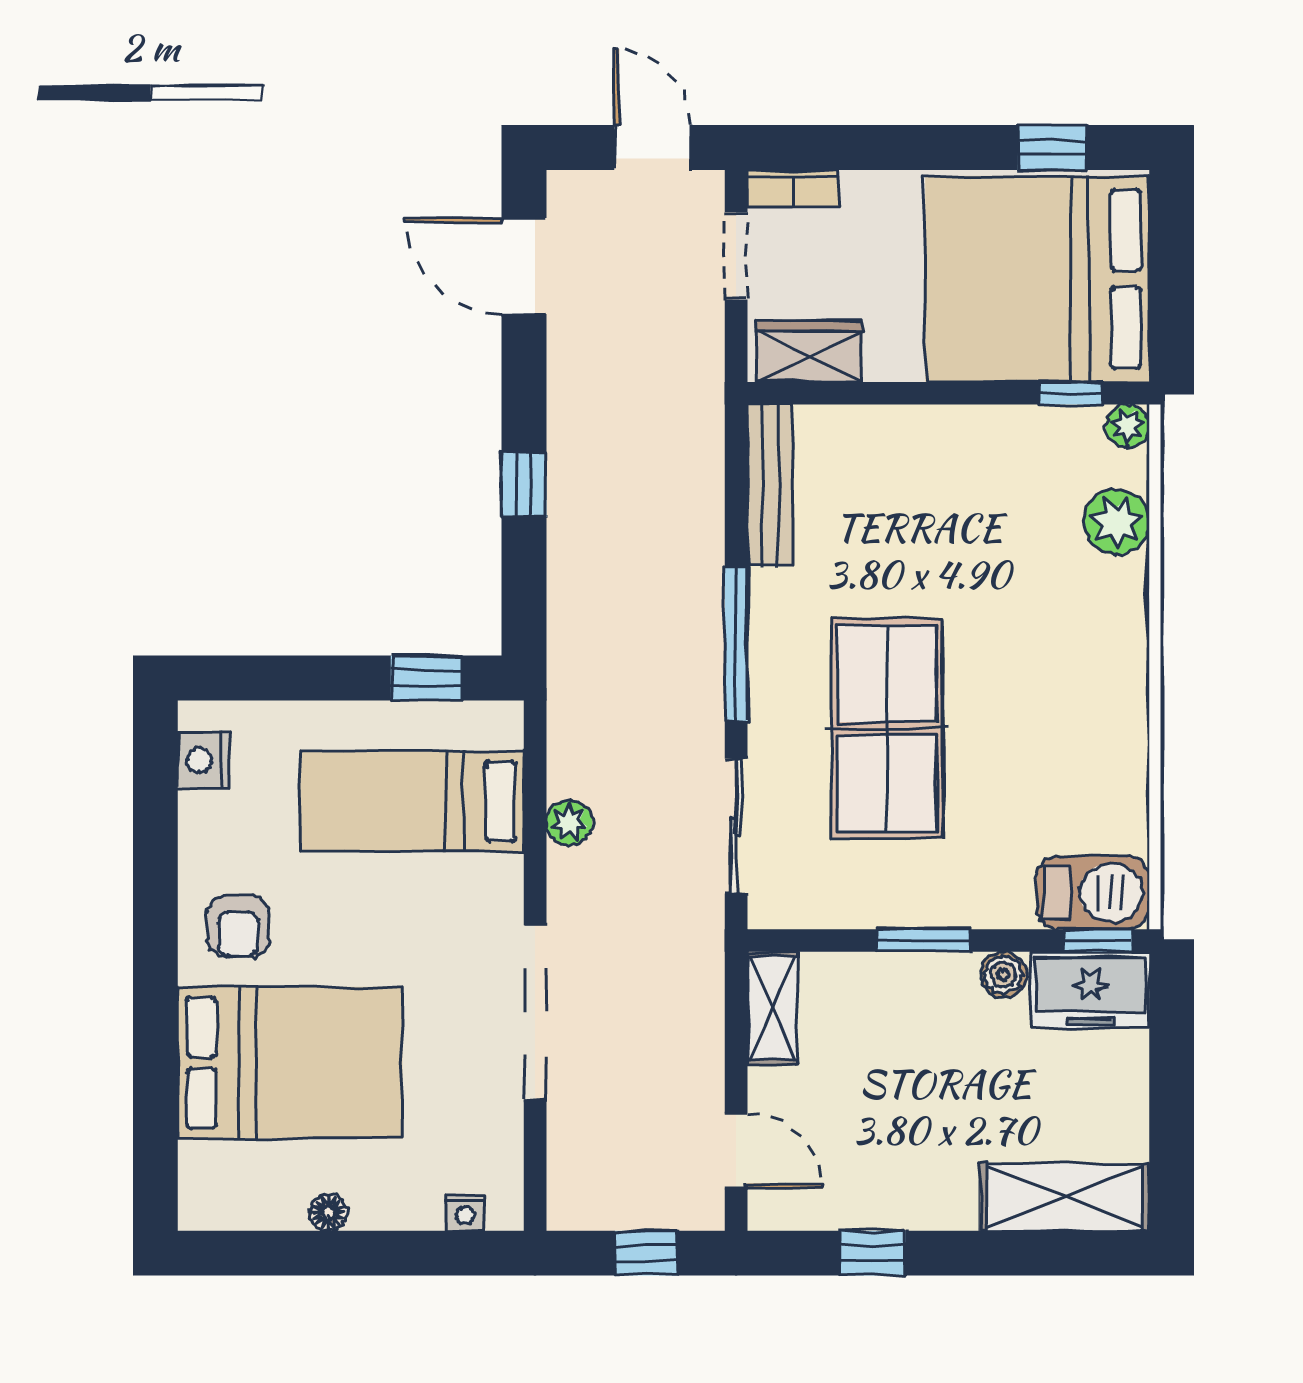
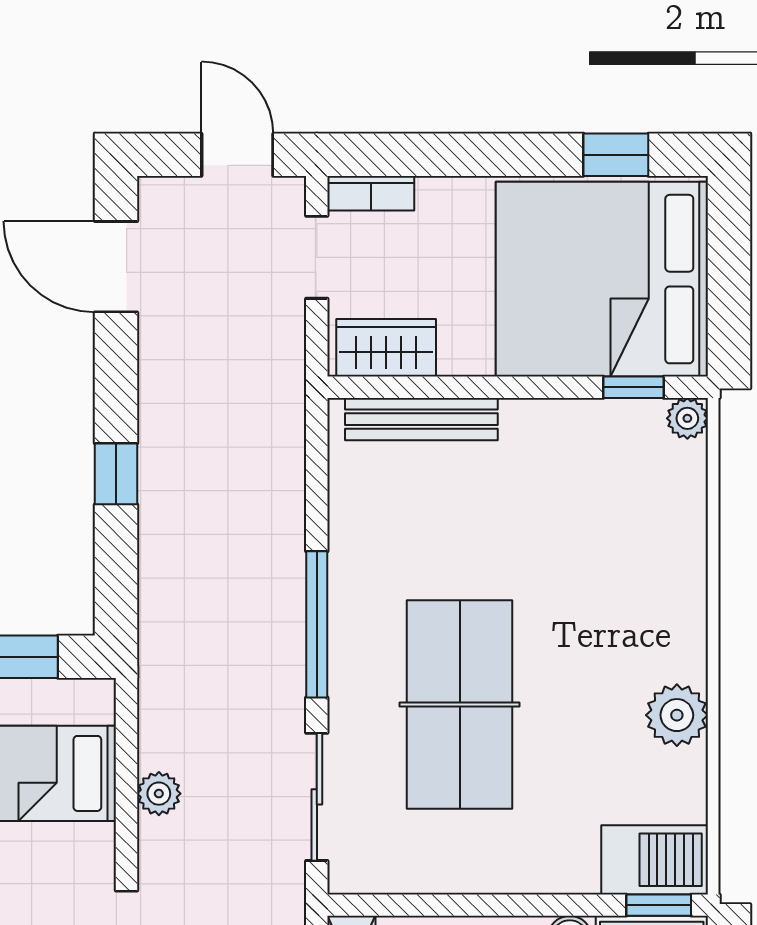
bench: (770, 485) -> (421, 419), moved, turned 90
plant: (1117, 522) -> (677, 715), moved
window: (924, 940) -> (494, 905), removed

